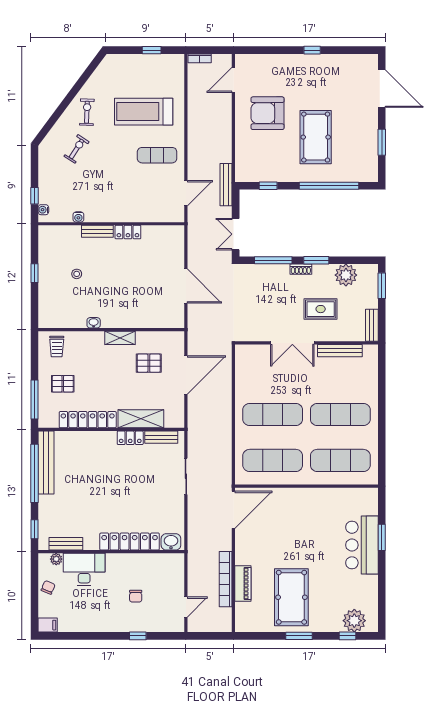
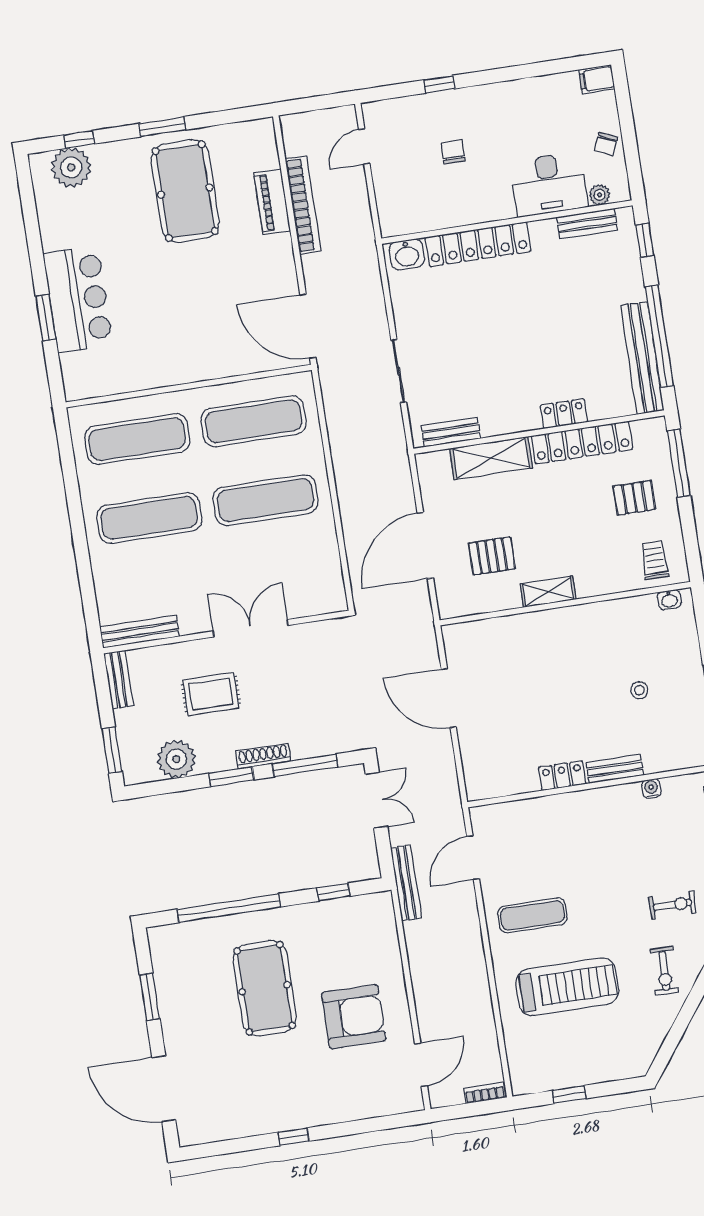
exercise bike: (77, 149) -> (672, 905), turned -123
shoe rack: (301, 269) -> (263, 756), width x1.43
washbasin: (94, 323) -> (669, 600), moved
bench: (340, 351) -> (139, 632), moved
locker: (130, 438) -> (564, 414), moved
door: (233, 510) -> (308, 326), hinge flipped

